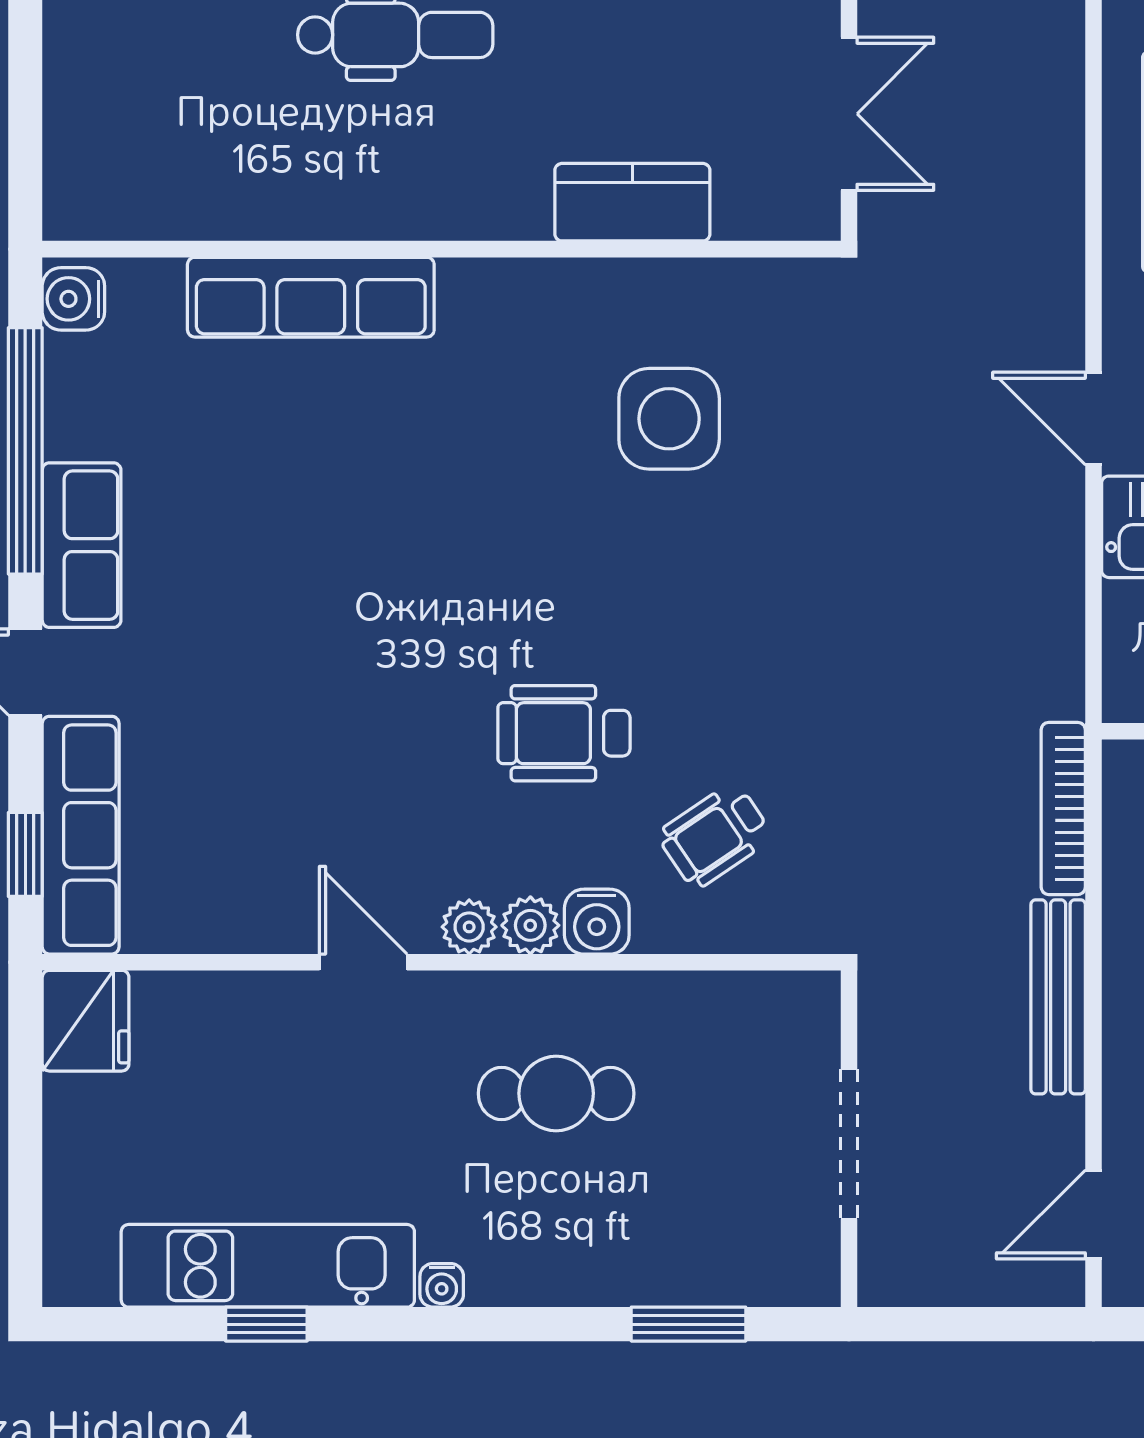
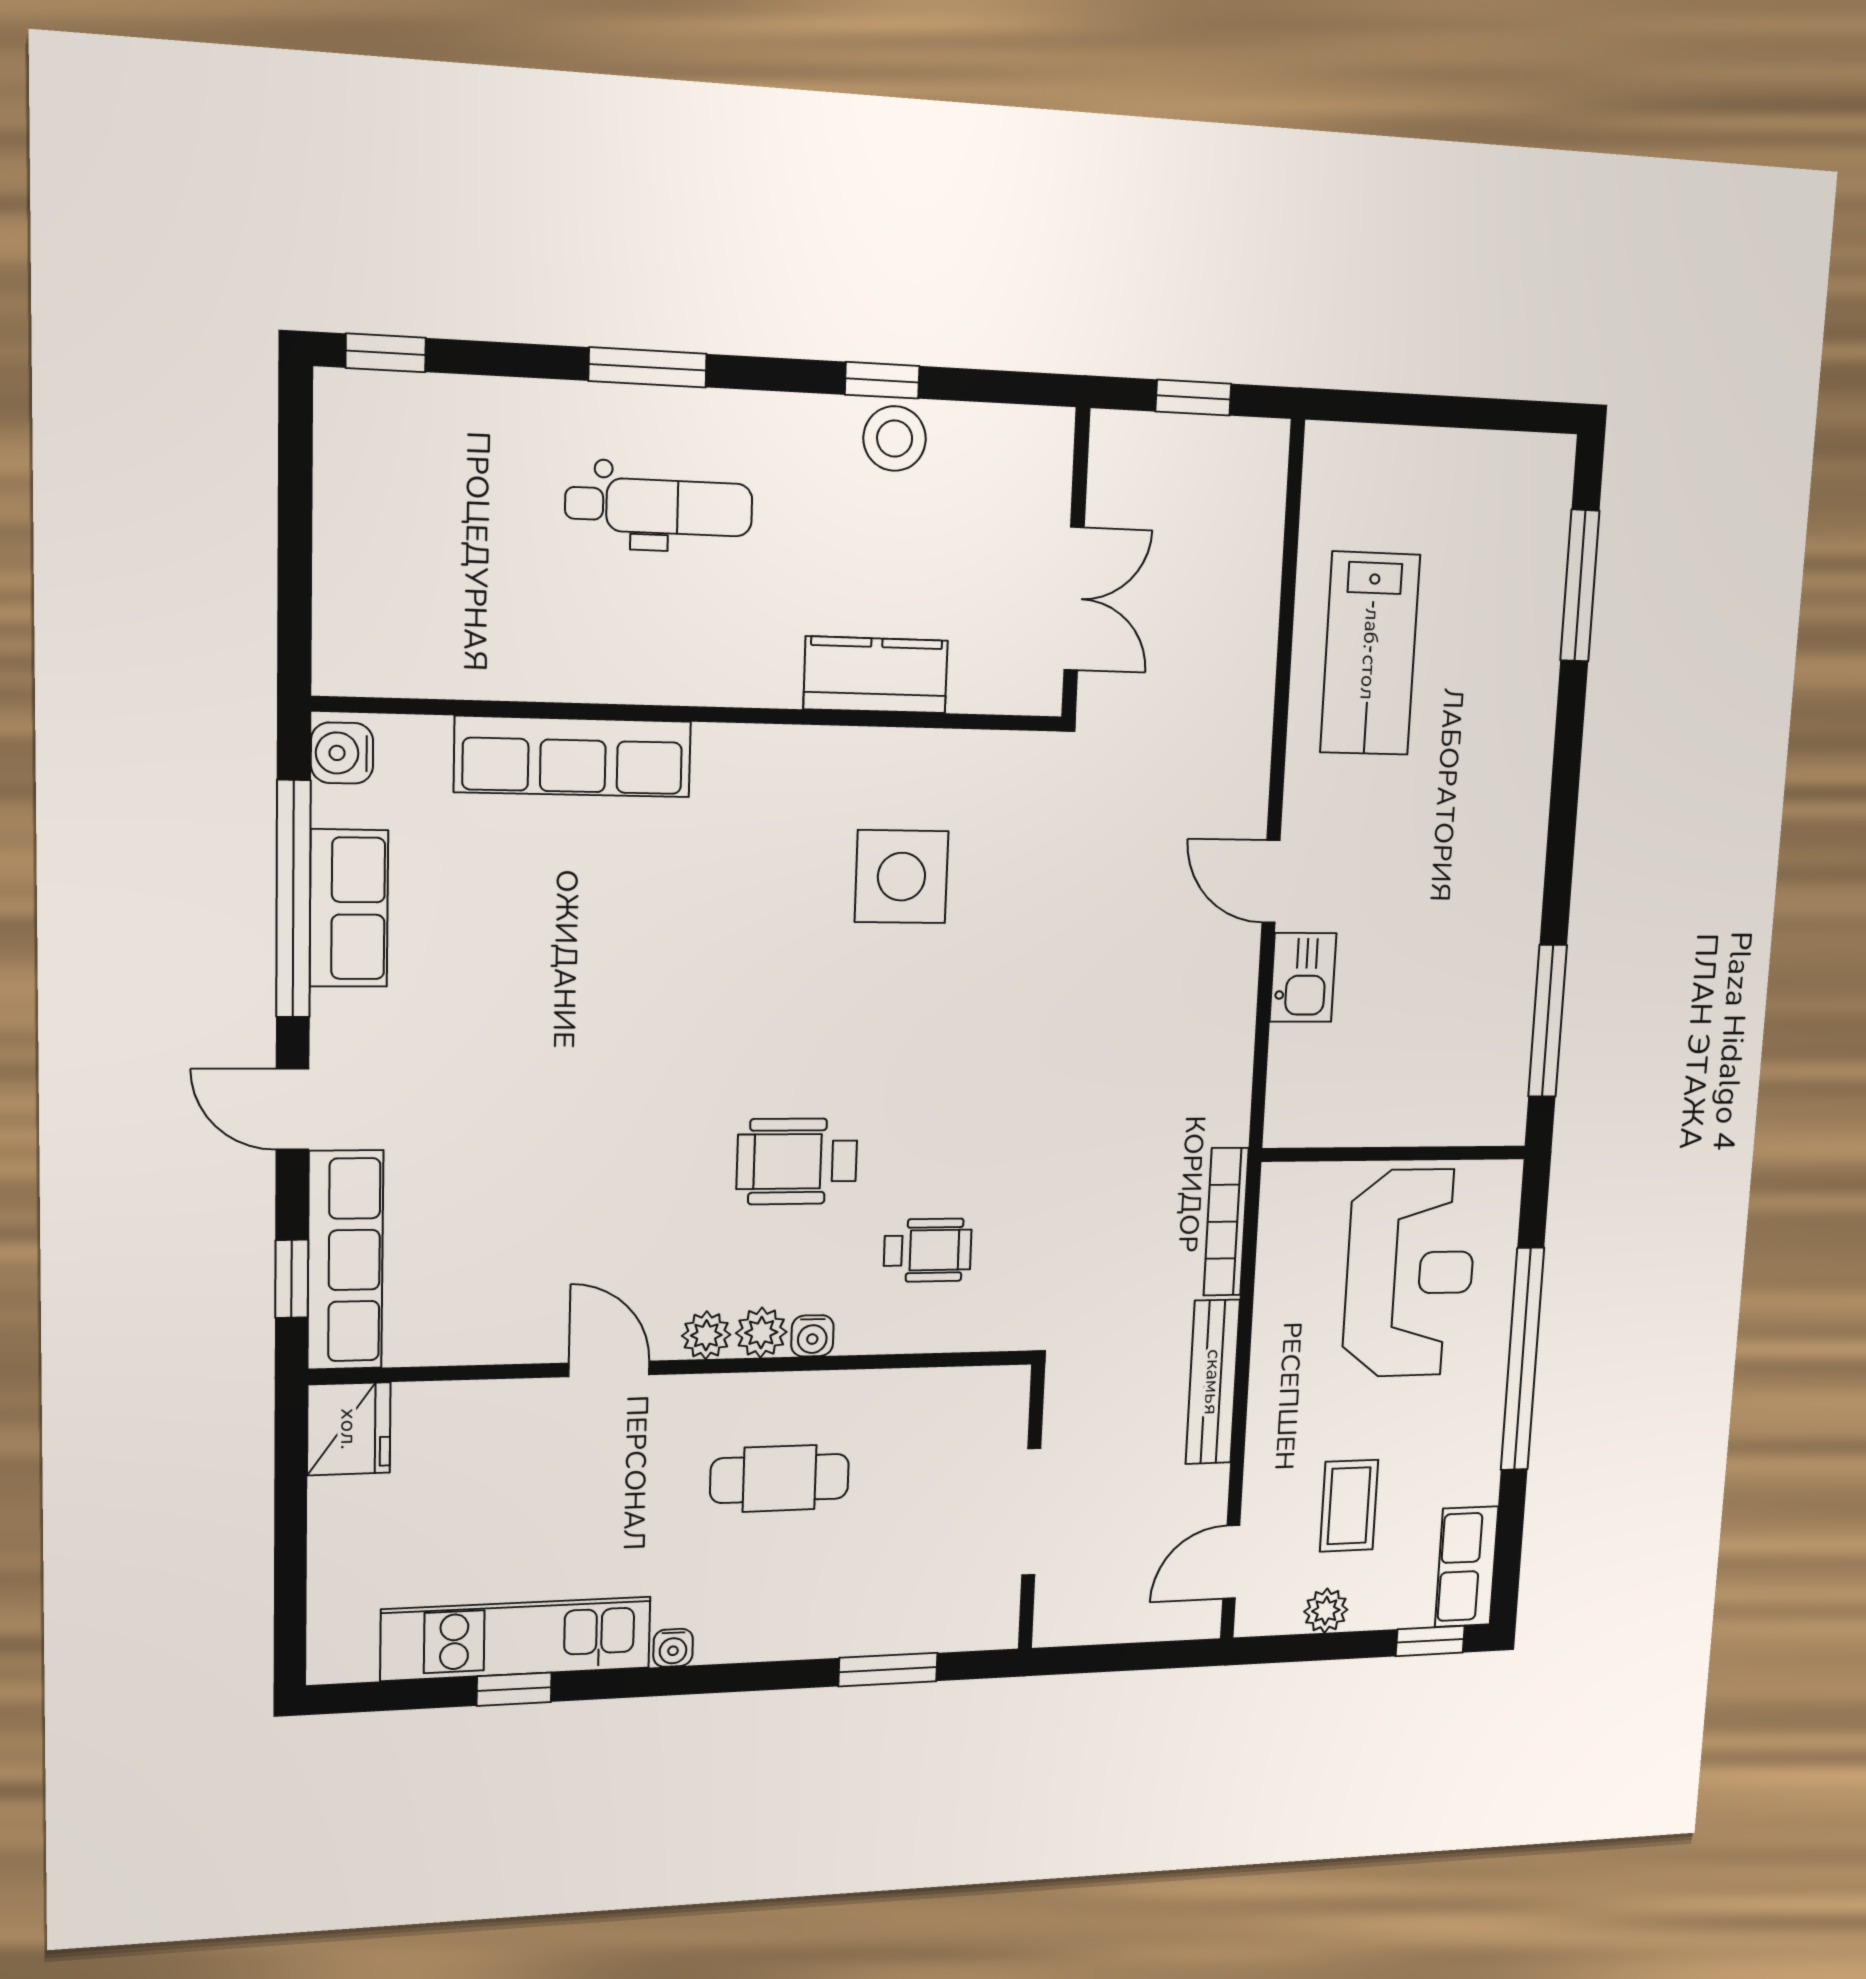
row of seats: (82, 545) -> (349, 908), moved
wheelchair: (715, 836) -> (928, 1250), turned -146
water cooler: (597, 922) -> (812, 1336), width x0.72, depth x0.72

